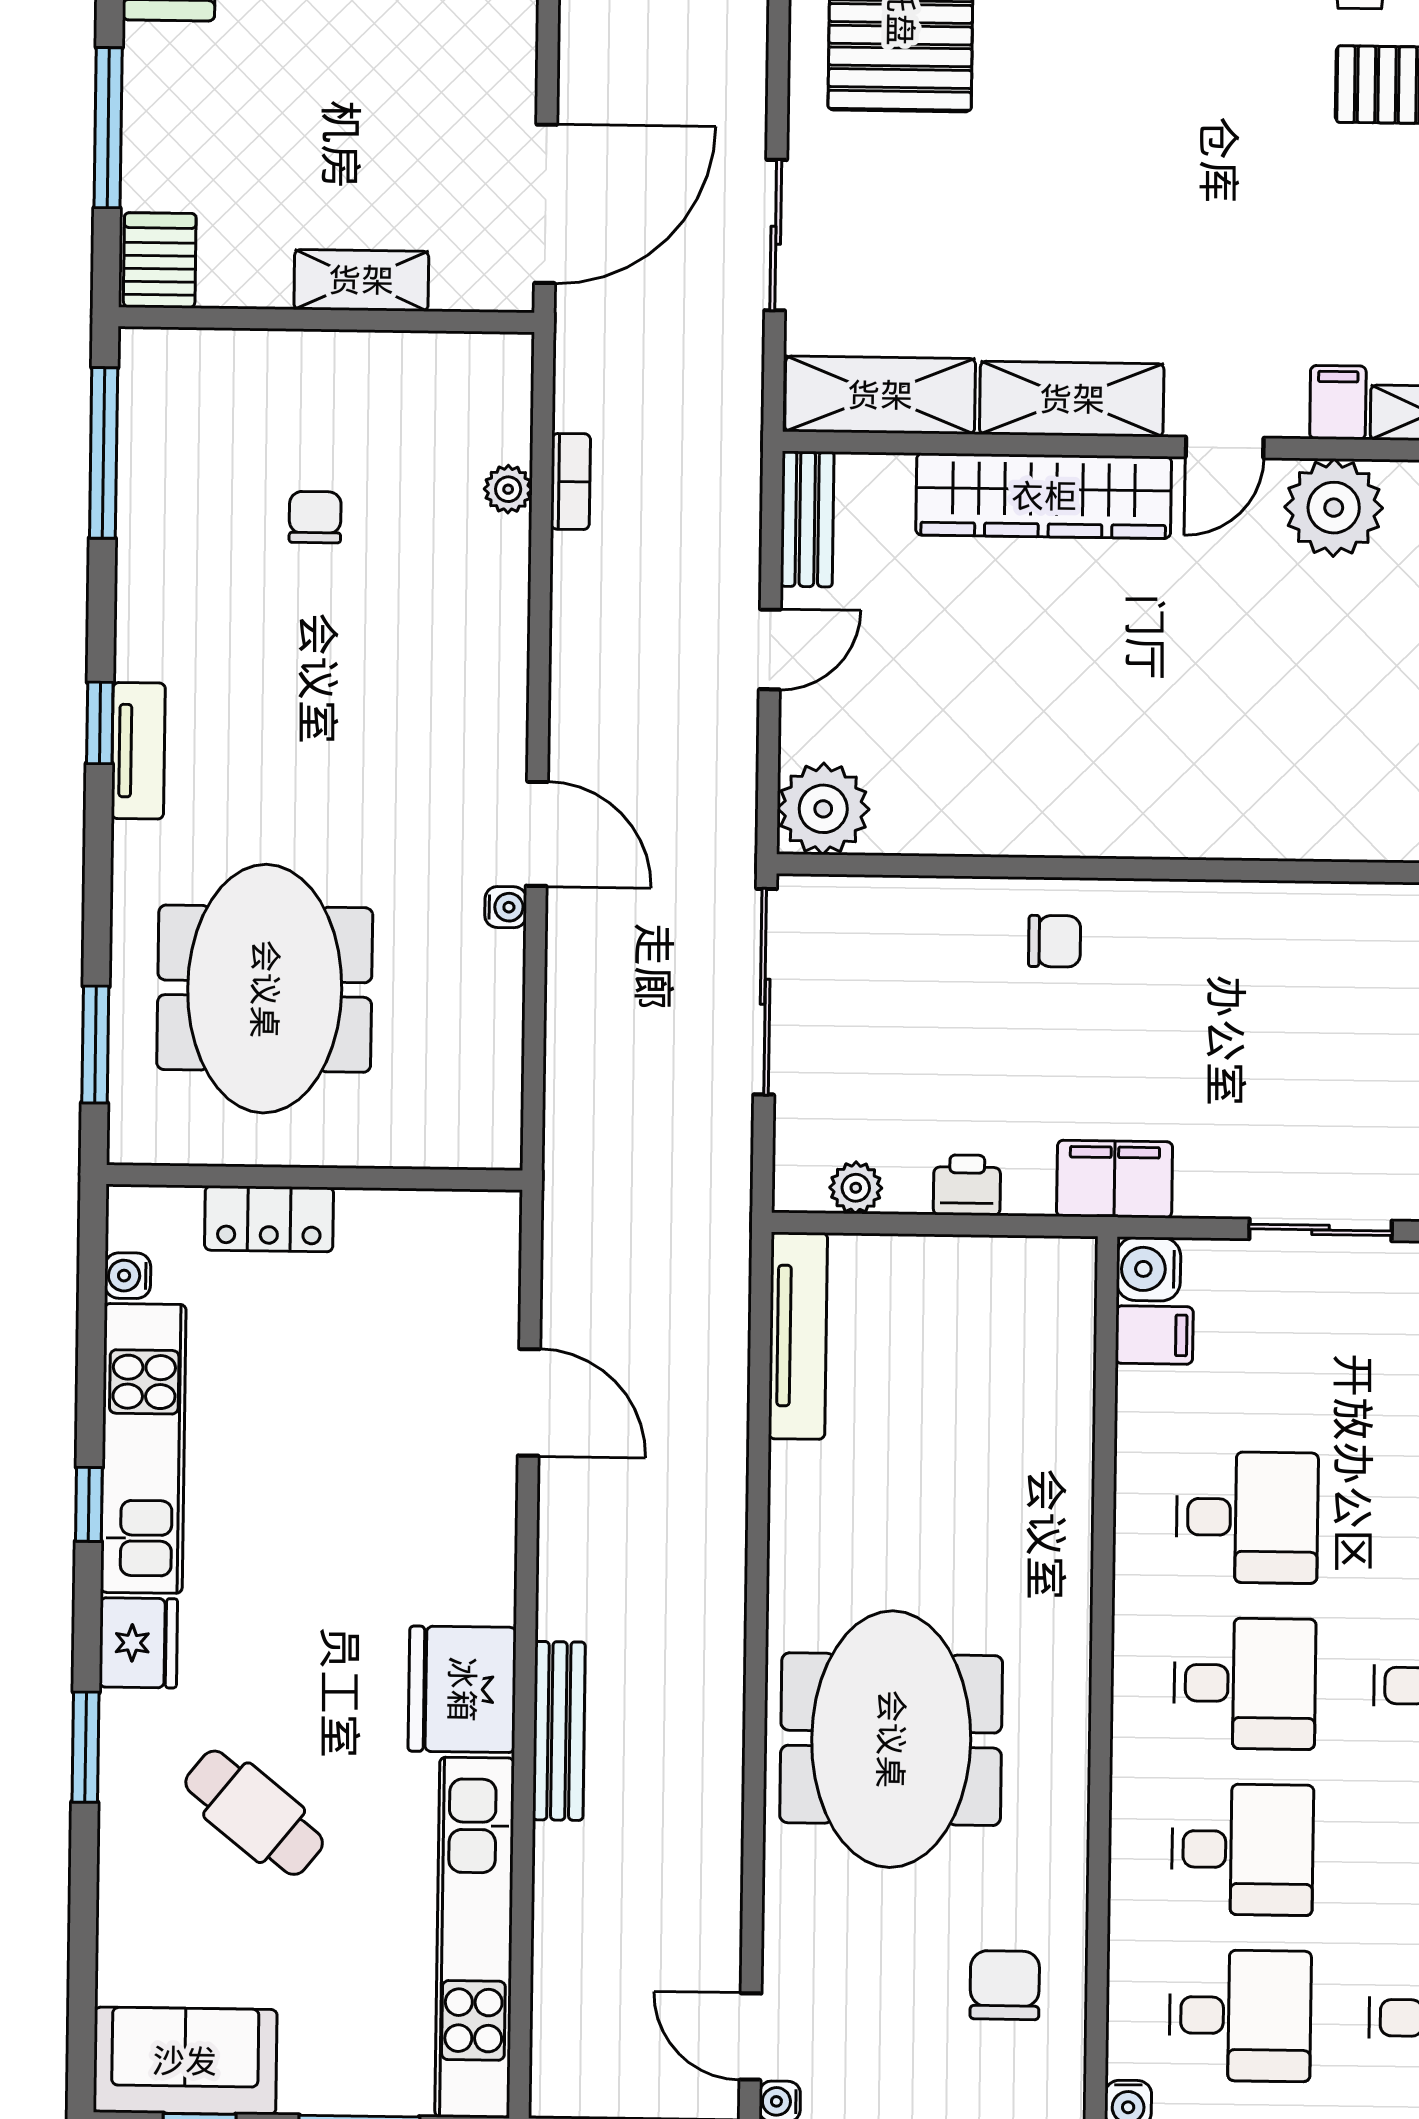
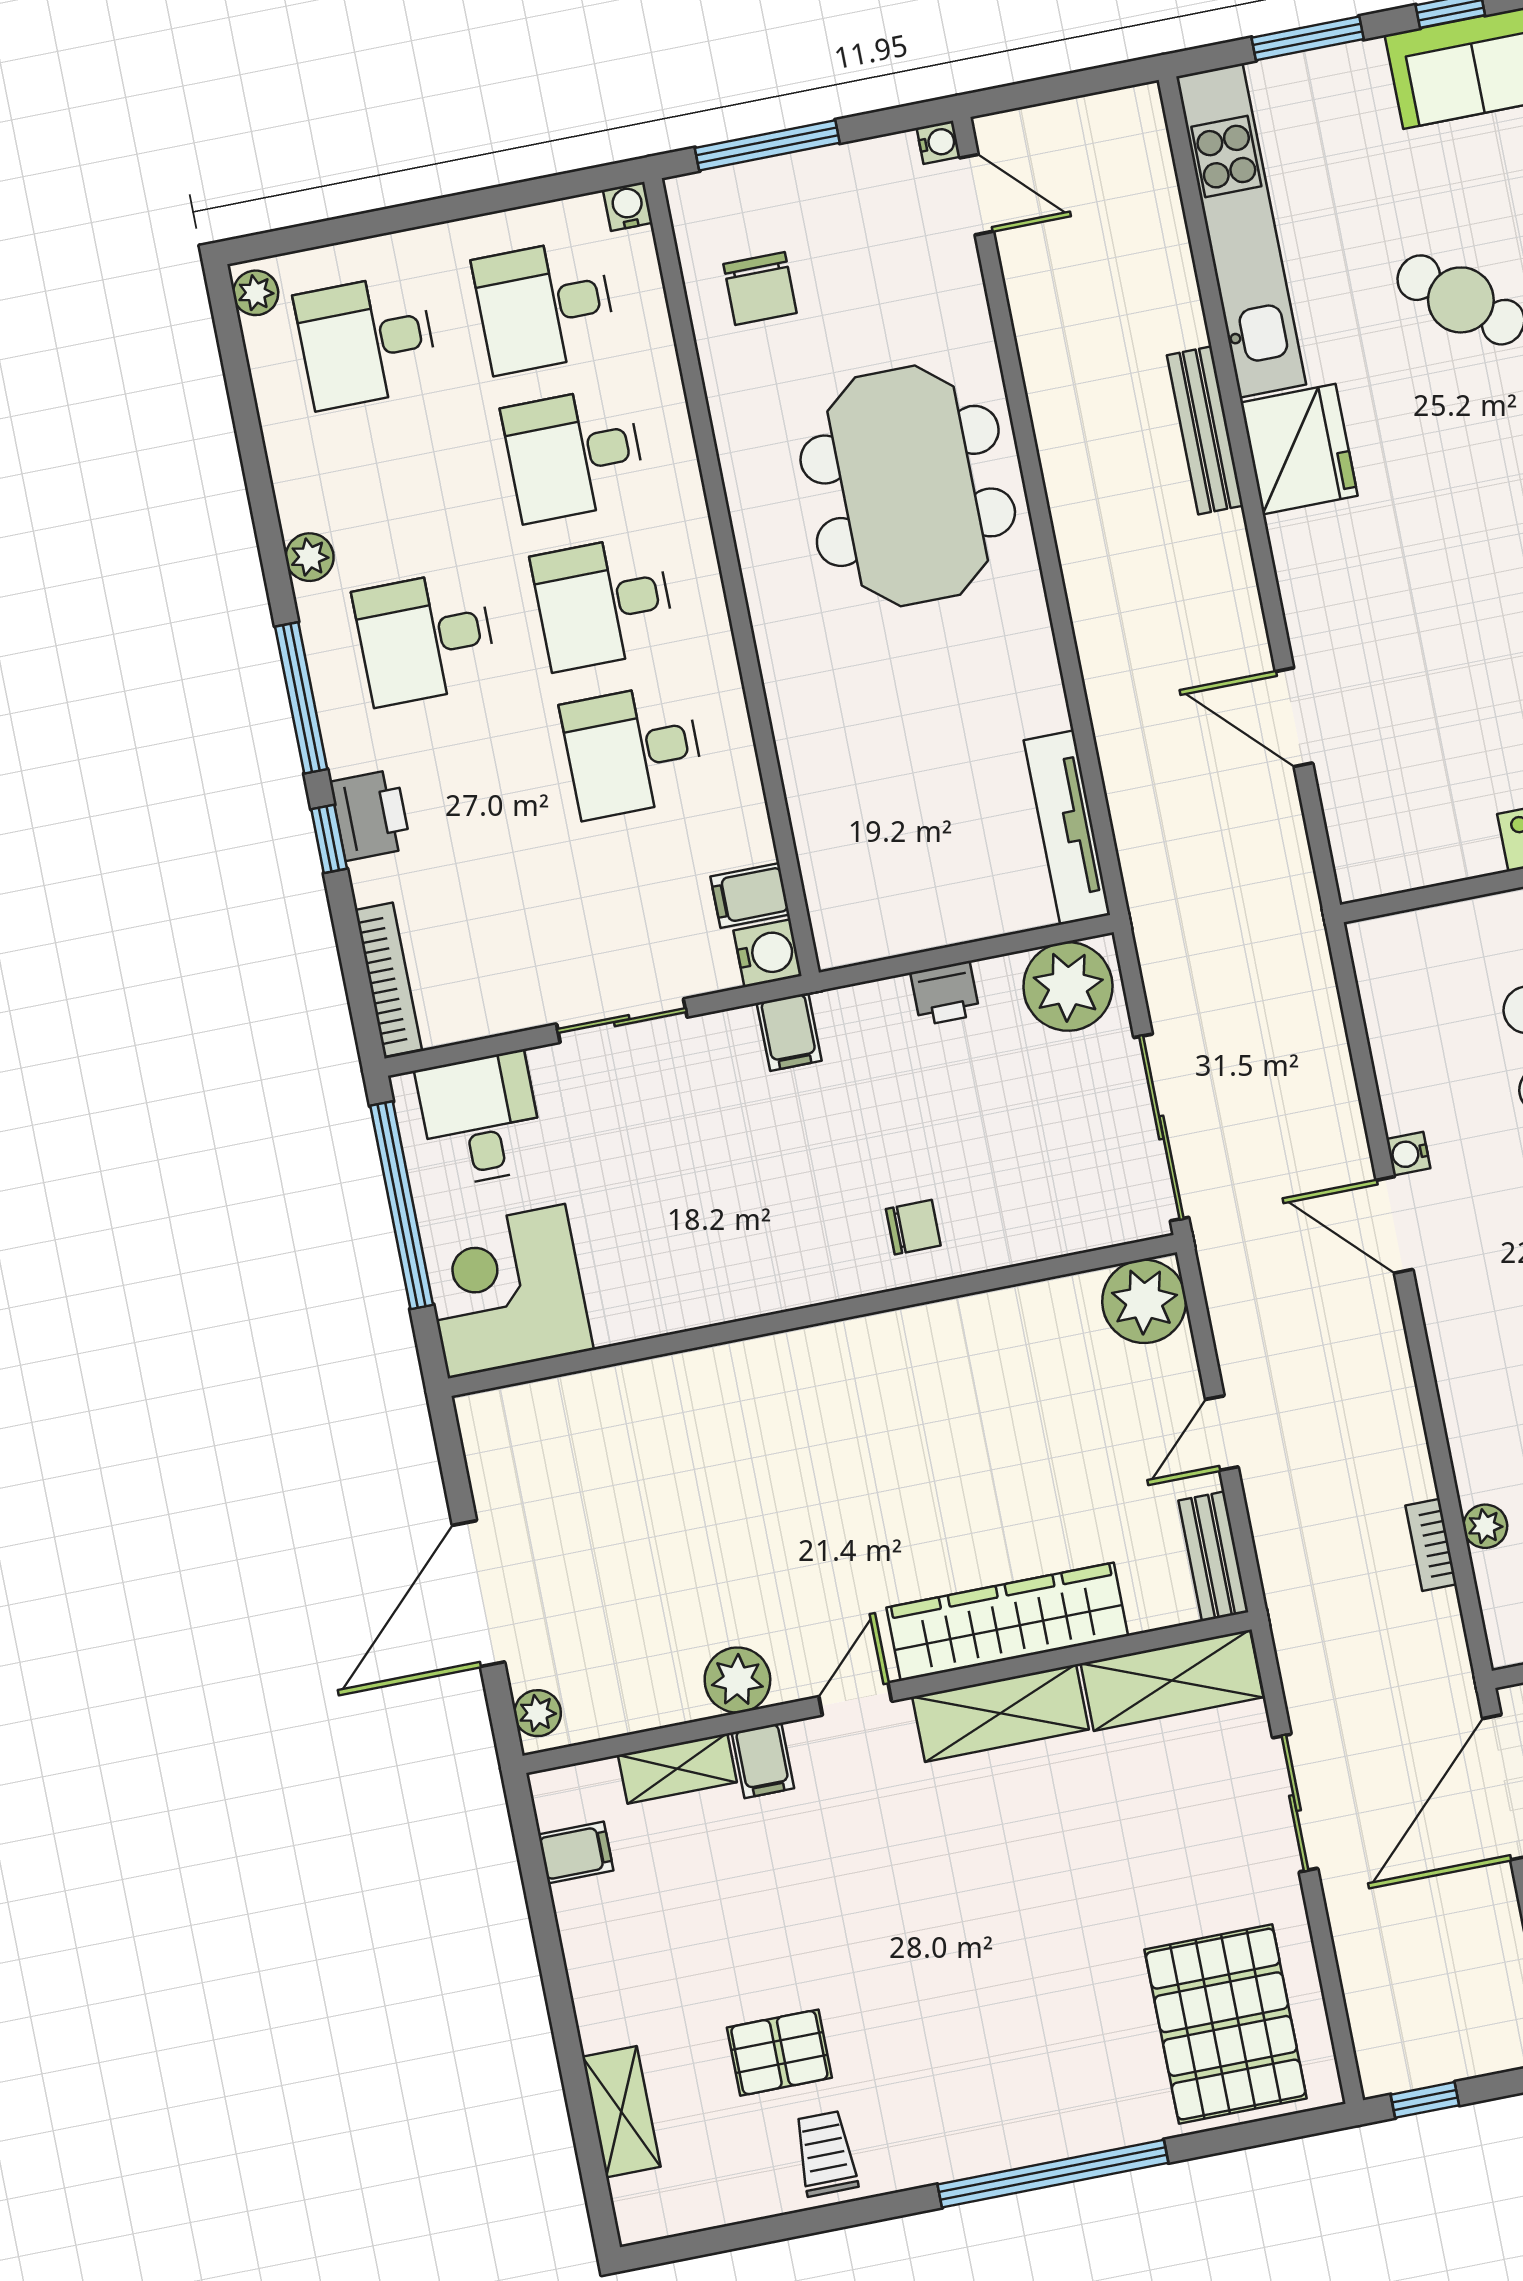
plant: (1334, 508) -> (737, 1680), width x0.73, depth x0.73
chair: (1055, 941) -> (913, 1227), turned 180
filing cabinet: (1115, 1179) -> (789, 1032), width x0.50
plant: (856, 1188) -> (1068, 986), width x1.88, depth x1.88

